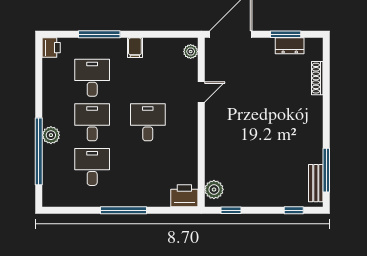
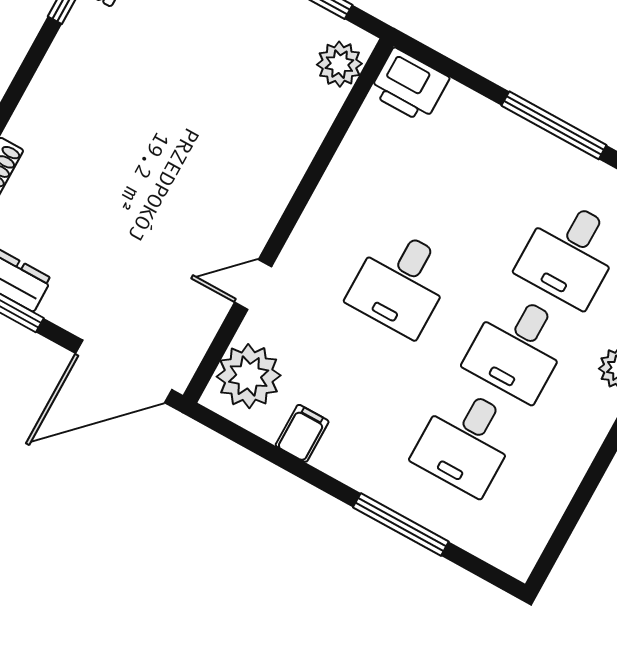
printer: (51, 48) -> (518, 552), removed
filing cabinet: (135, 48) -> (302, 433), moved
plant: (191, 52) -> (249, 376), width x1.88, depth x1.88

